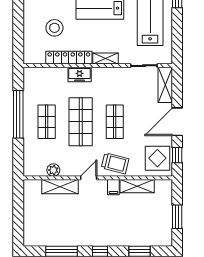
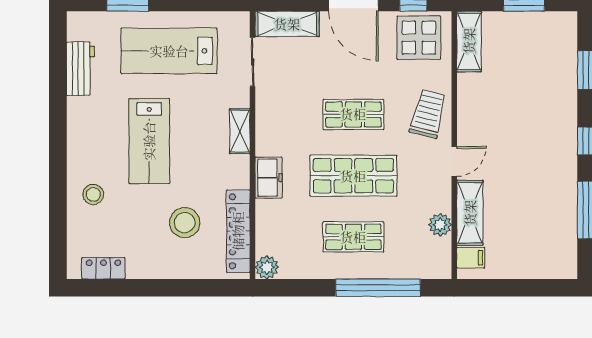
locker: (69, 58) -> (238, 231), moved
plant: (30, 74) -> (267, 267), added
window: (18, 114) -> (378, 288), moved
door: (89, 178) -> (454, 161), swing flipped
shelving: (137, 186) -> (469, 41), moved
filing cabinet: (113, 187) -> (471, 258), moved

